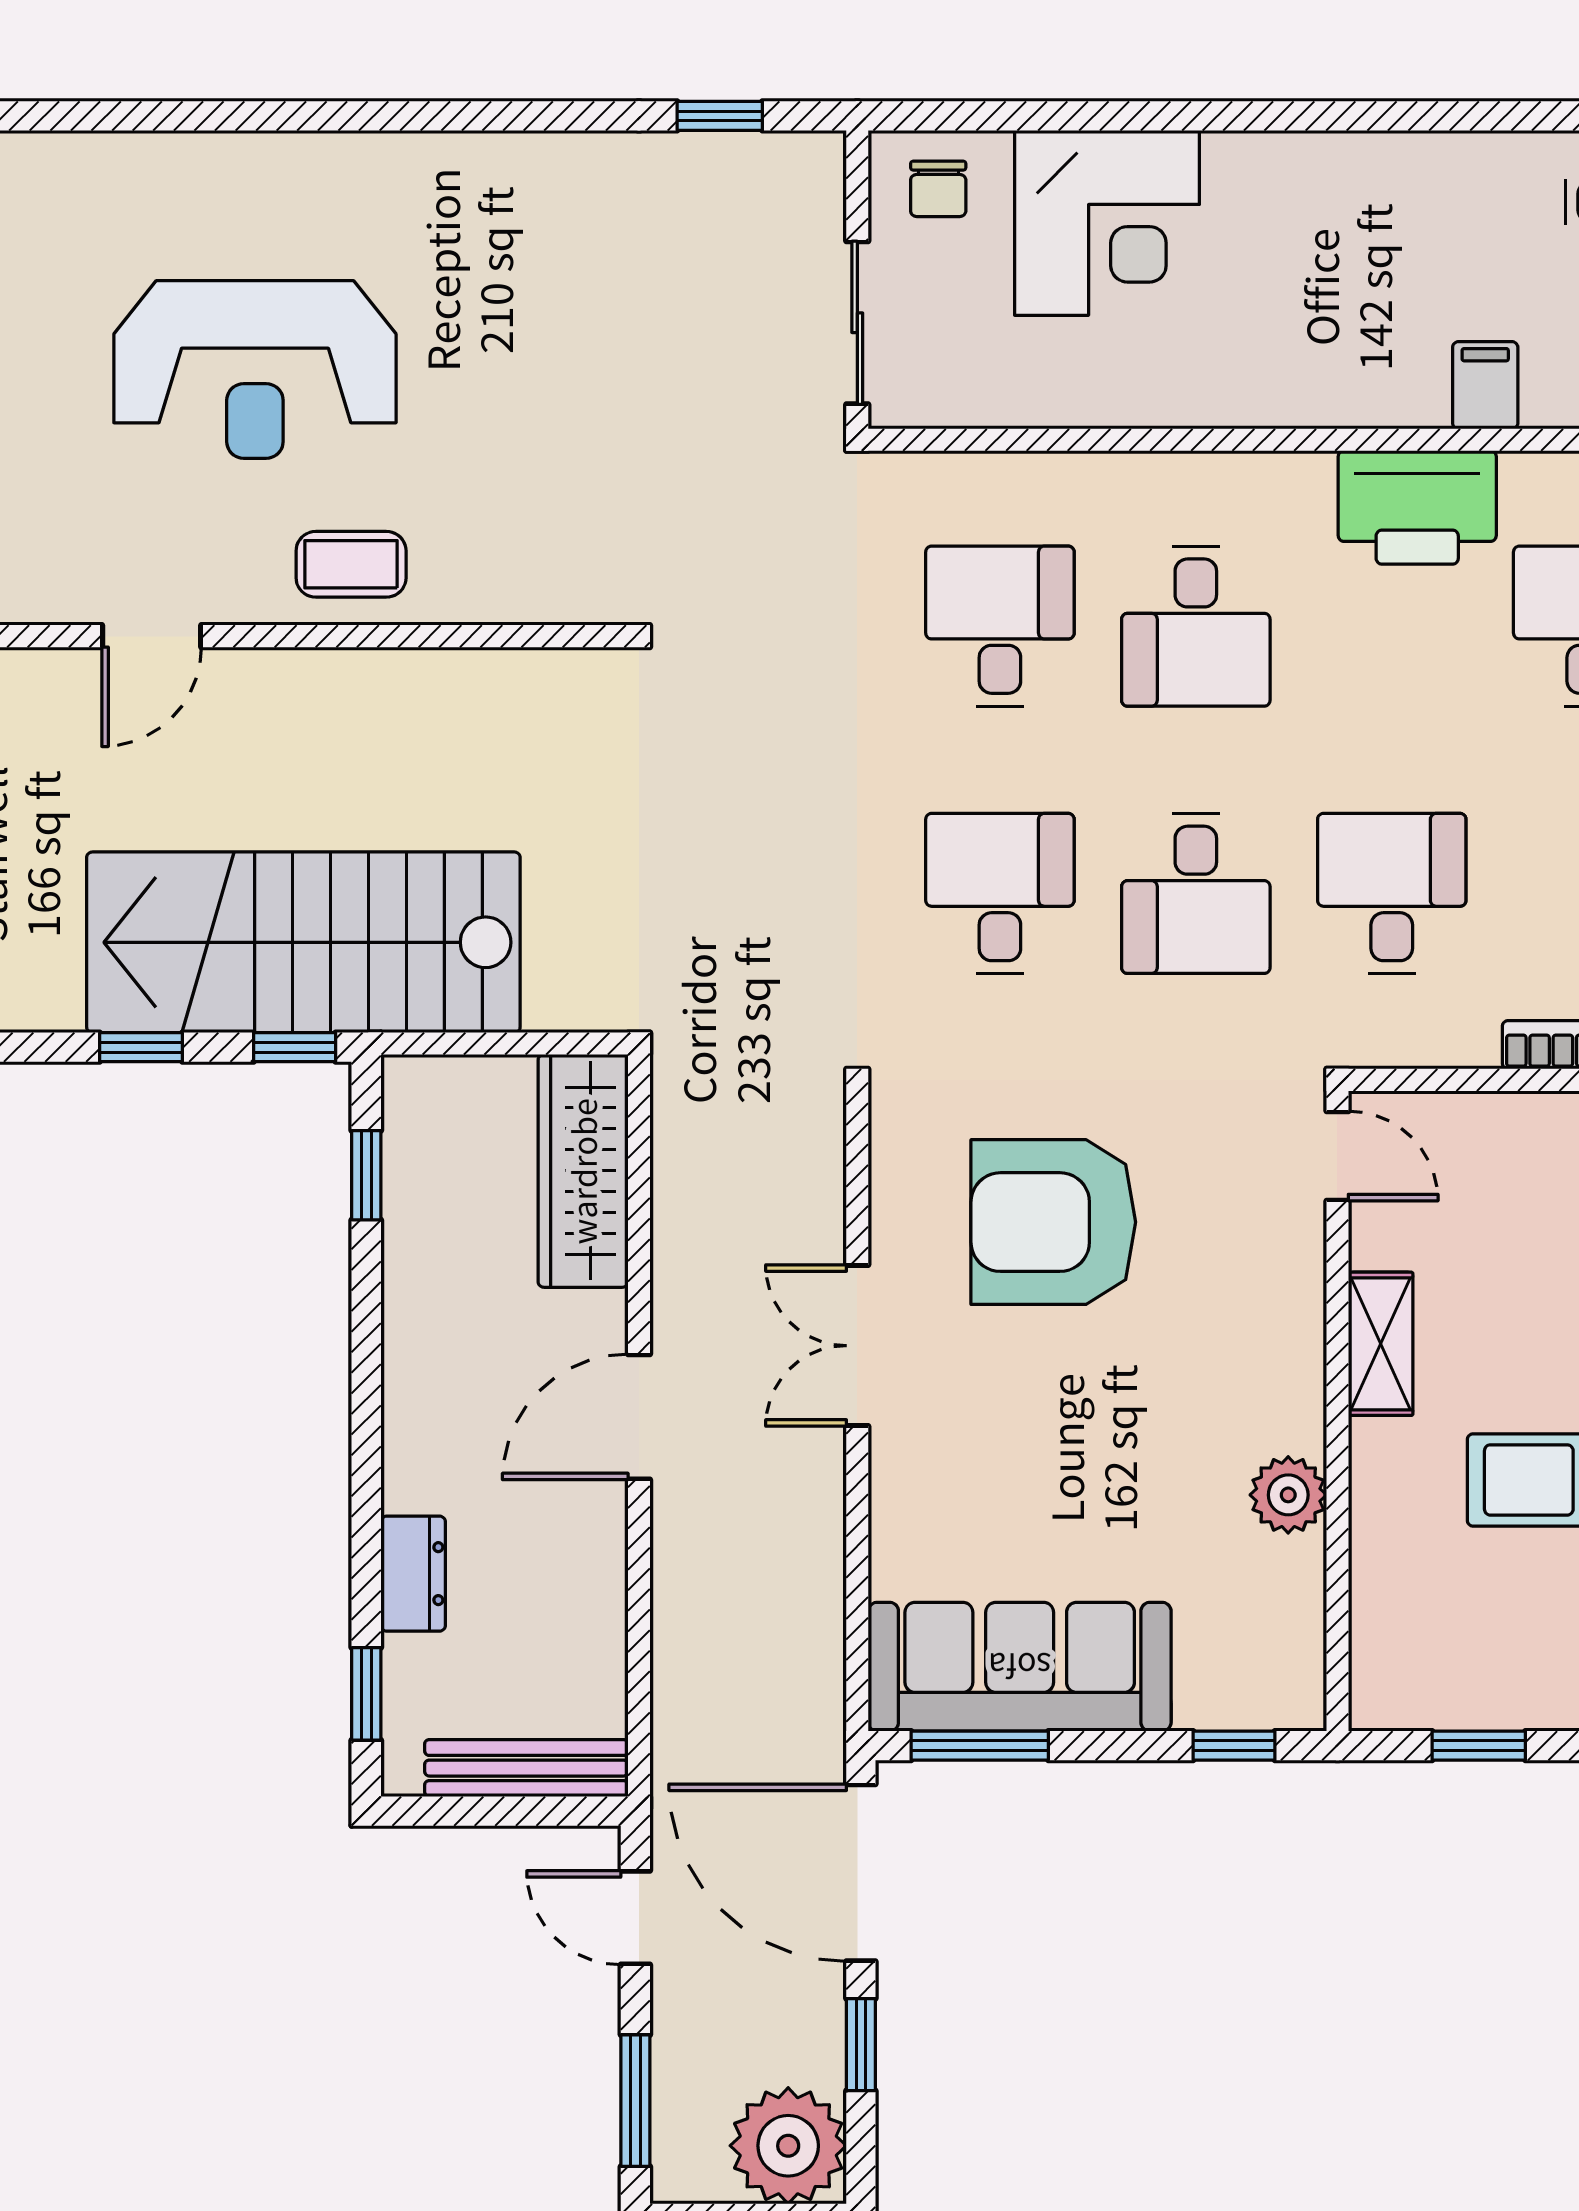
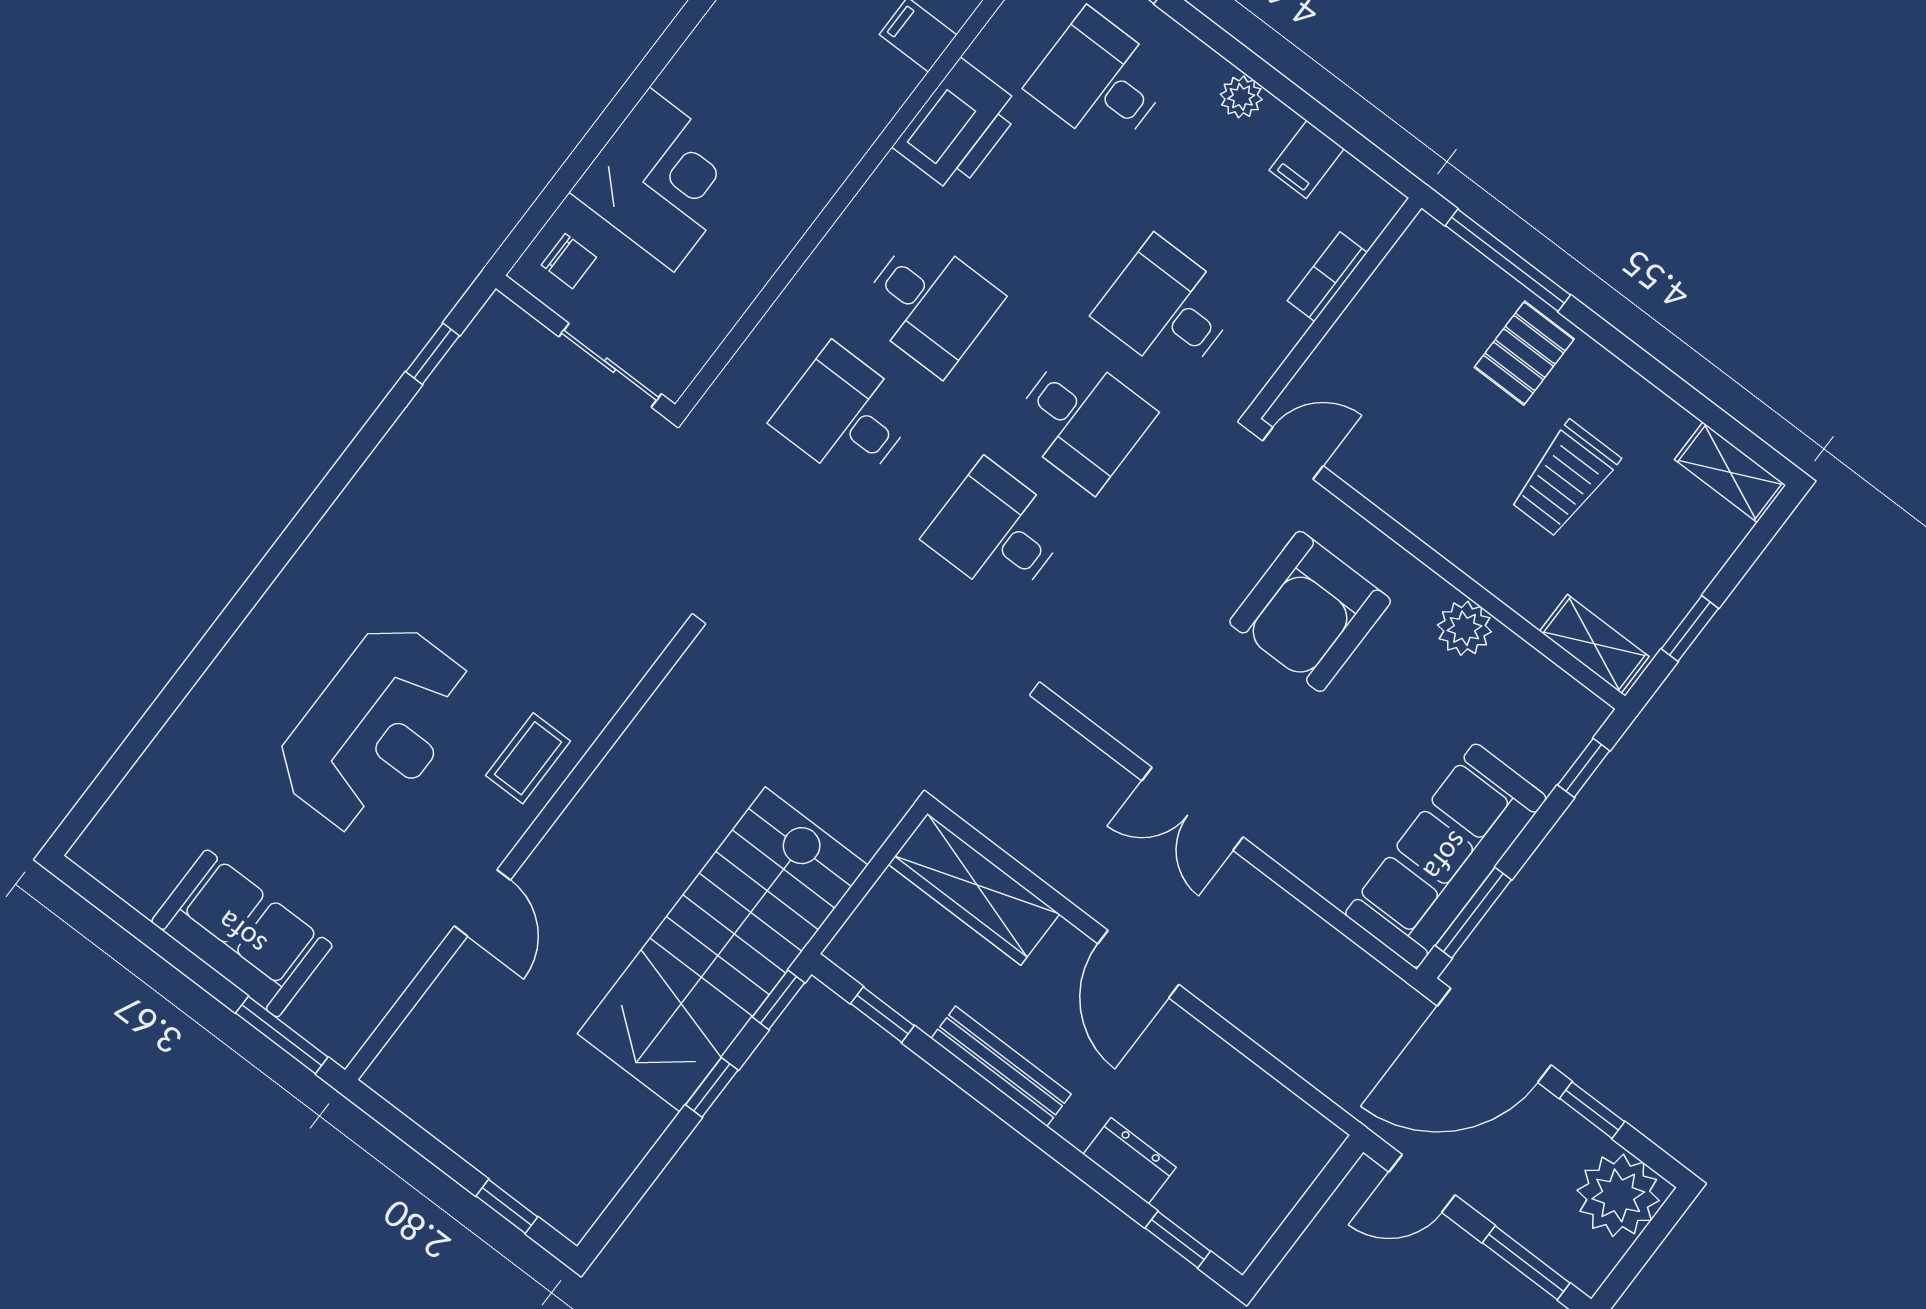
armchair: (1053, 1222) -> (1310, 611), moved
shelving: (1381, 1344) -> (1594, 644), moved
bench: (526, 1768) -> (1001, 1066), moved, turned 90

